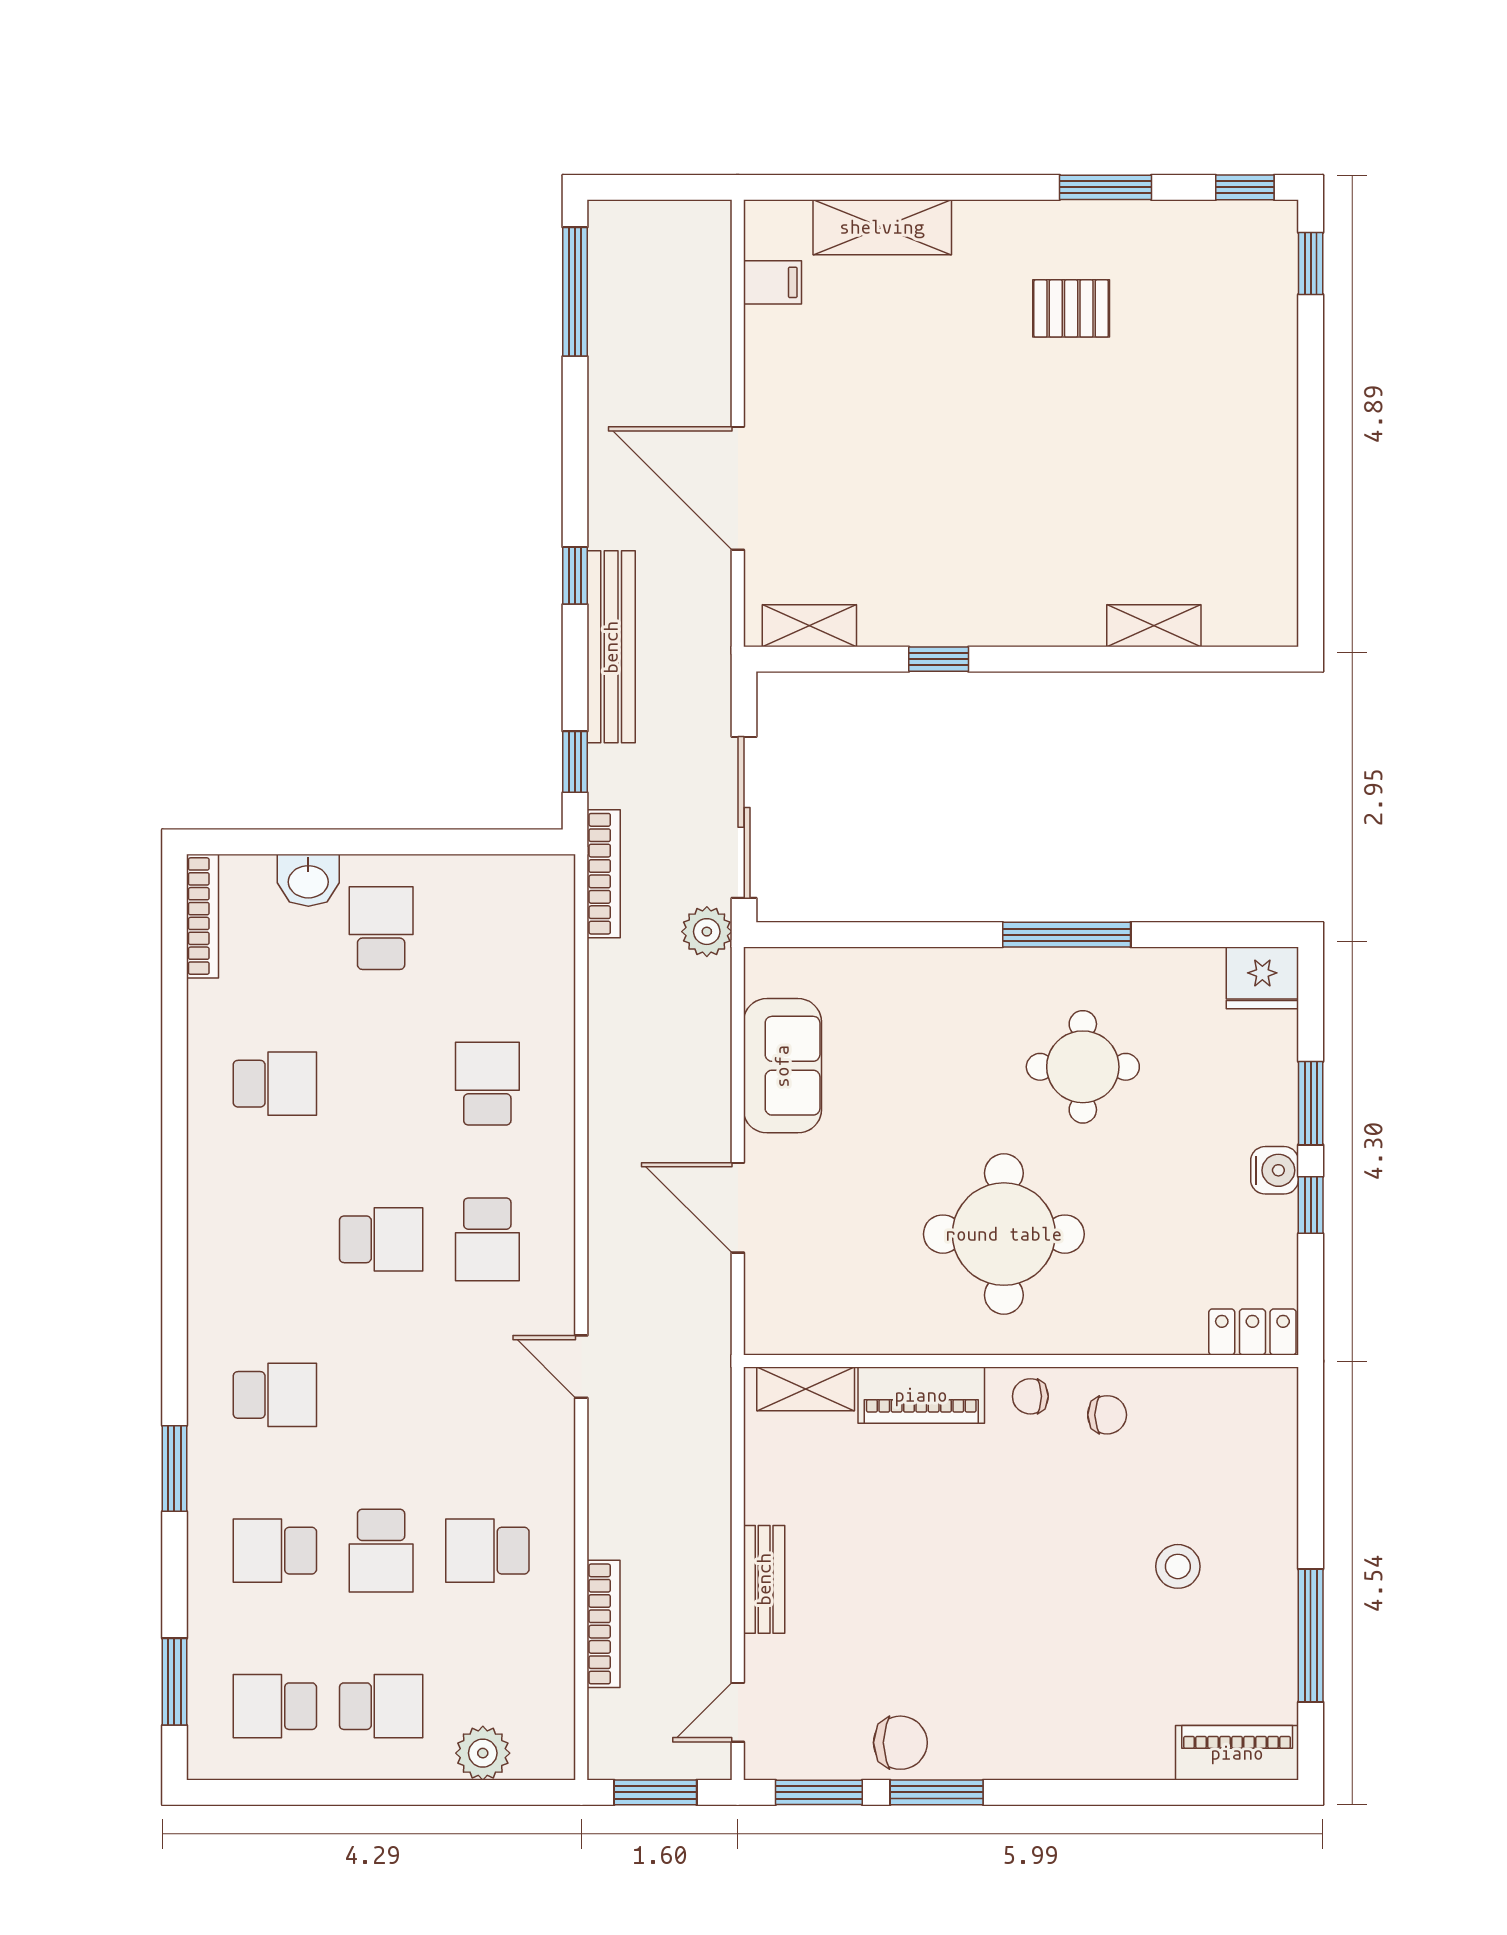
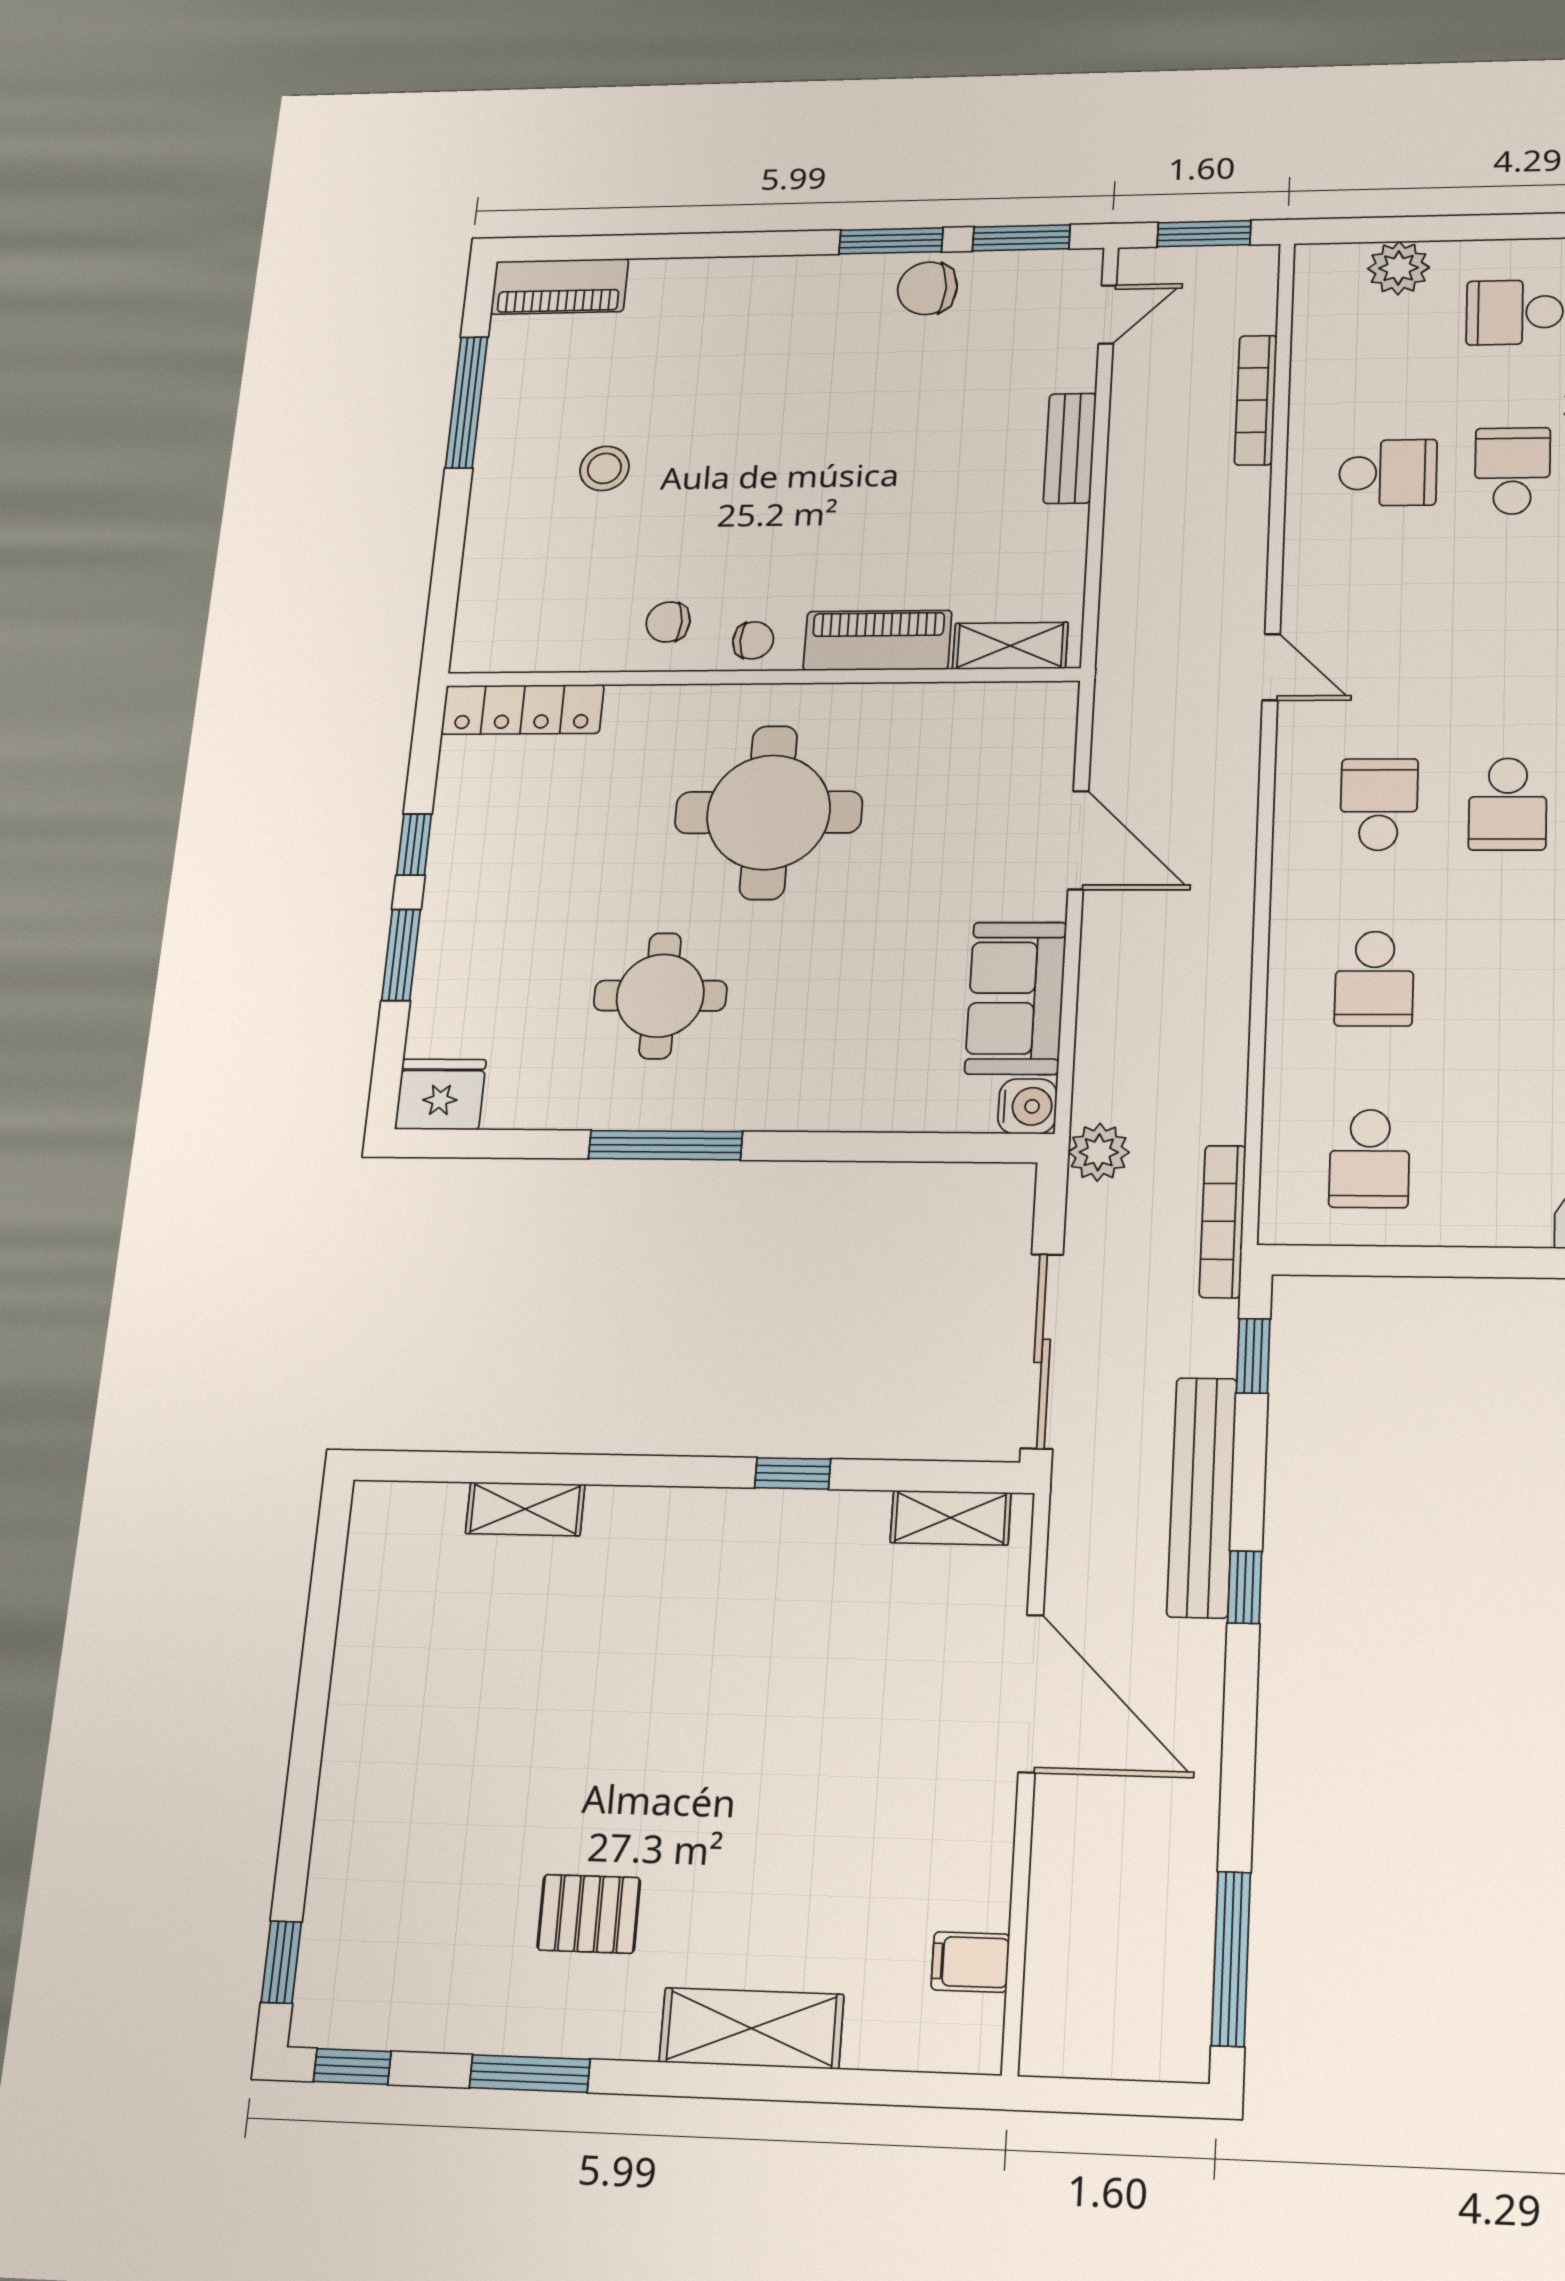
shelving: (882, 227) -> (751, 2028), moved
sliding door: (744, 817) -> (1042, 1351), moved
school desk: (381, 928) -> (1369, 1159), moved
water cooler: (1275, 1170) -> (1027, 1106), moved, turned 180
school desk: (381, 1239) -> (1508, 804), turned -90
locker: (1252, 1332) -> (523, 709), width x1.53

